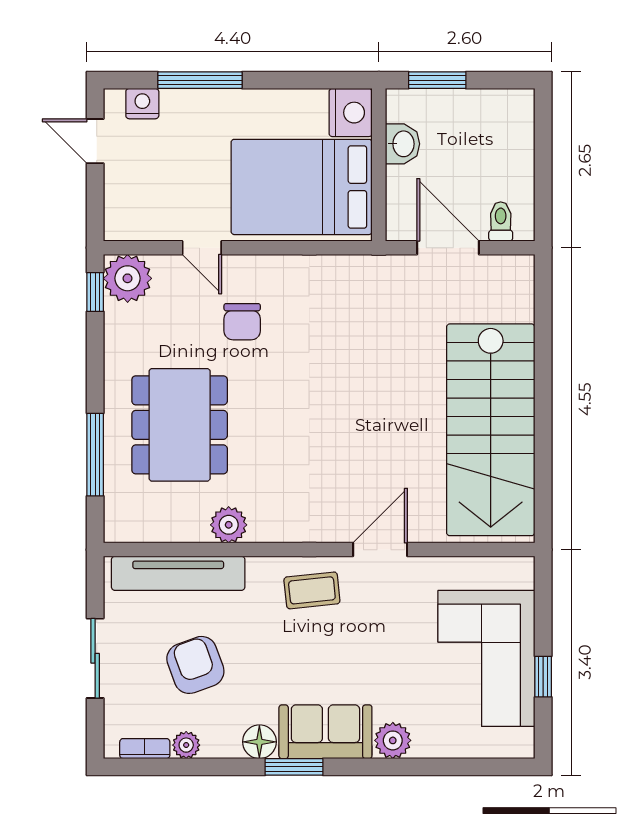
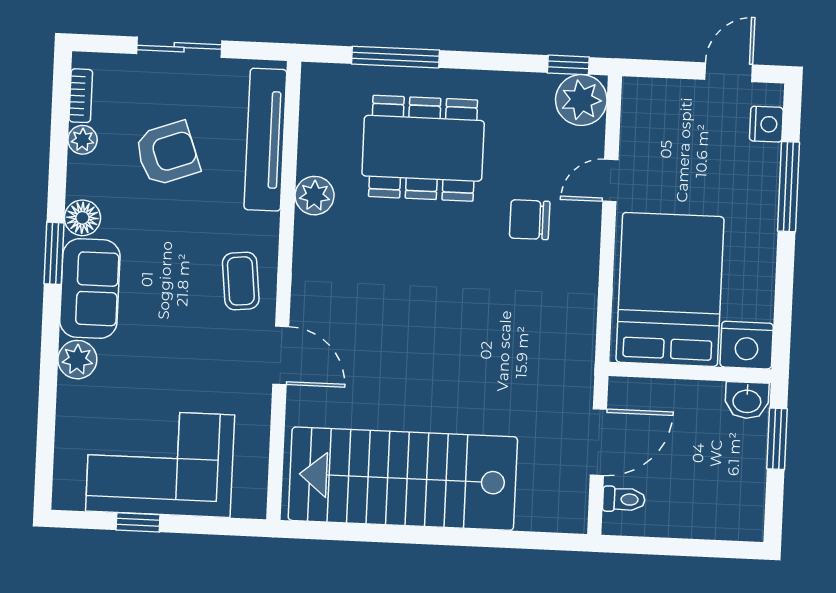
washbasin: (402, 144) -> (747, 400), moved

